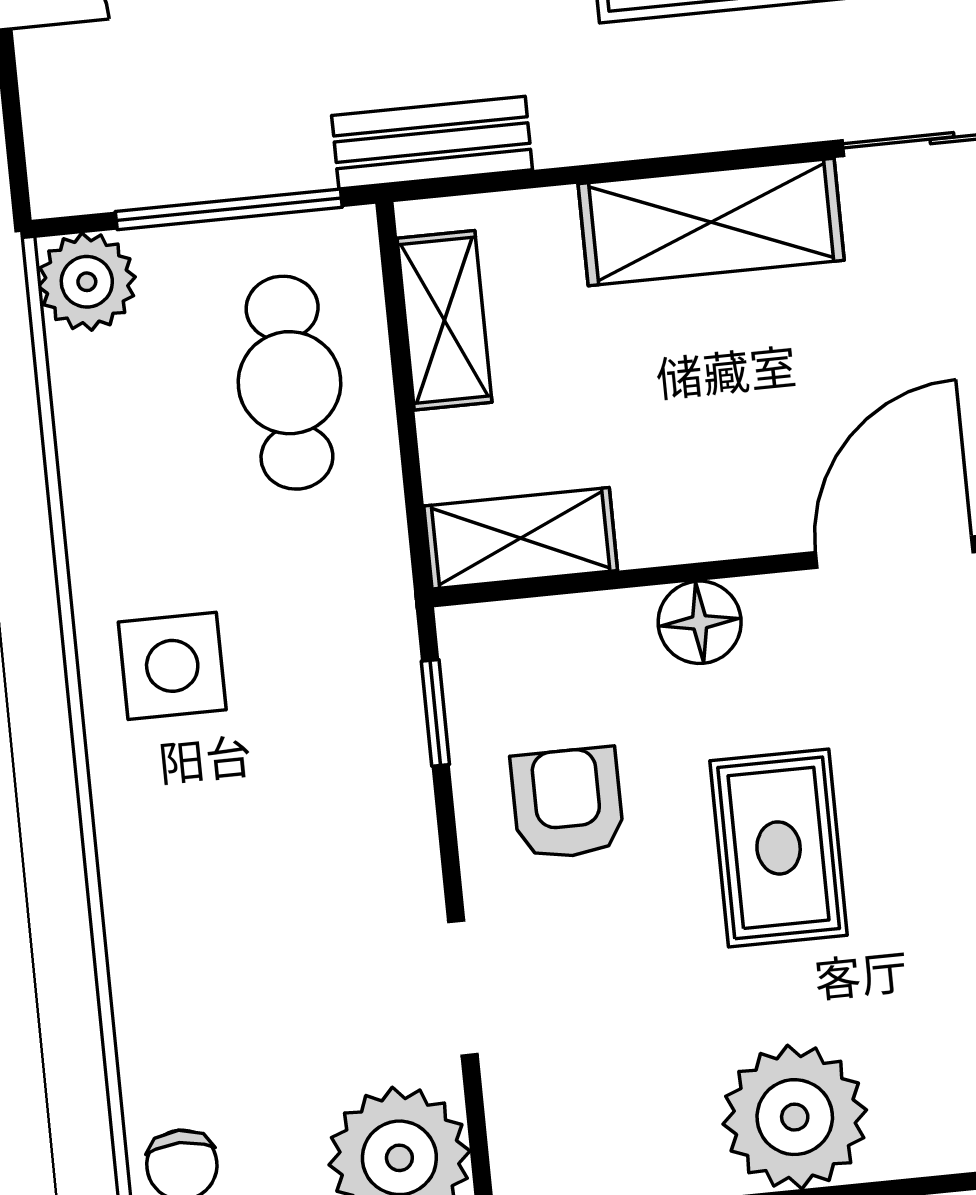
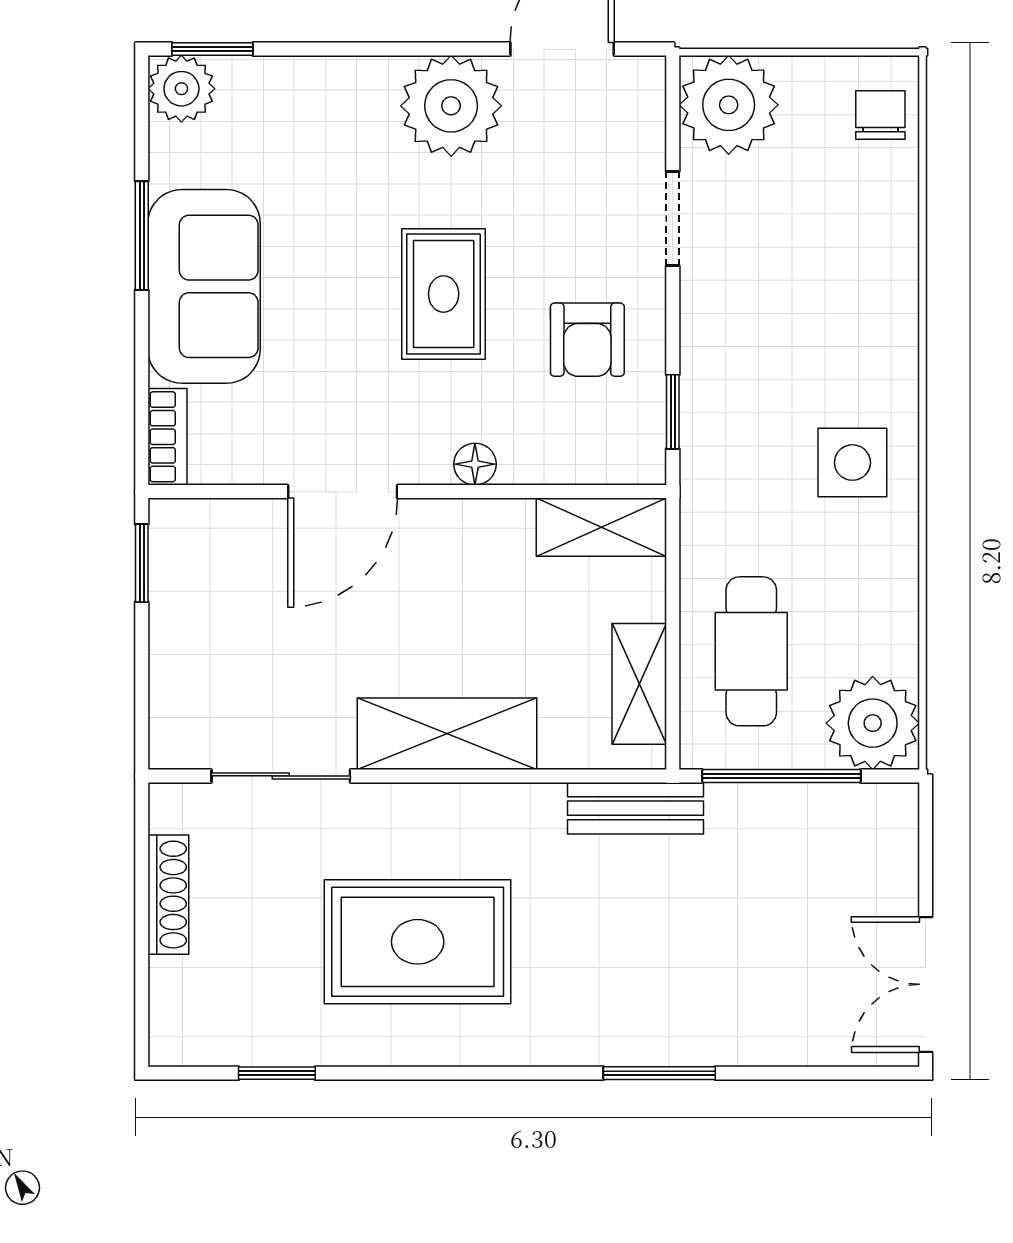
plant: (87, 282) -> (873, 723), width x1.36, depth x1.36
floor lamp: (700, 622) -> (475, 464), width x0.73, depth x0.73

